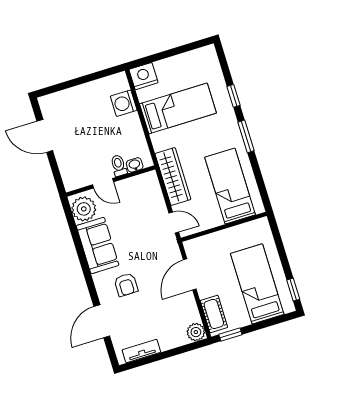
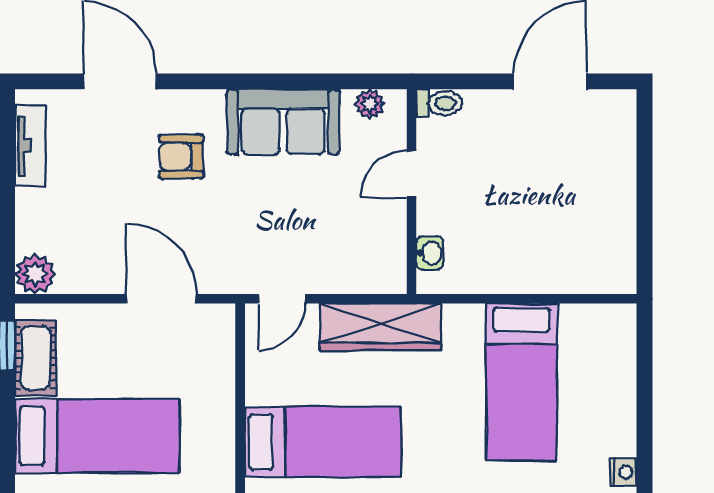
nightstand: (143, 76) -> (623, 472), moved, width x0.53, depth x0.56
washing machine: (124, 103) -> (568, 270), removed
toilet: (119, 166) -> (439, 103), moved
plant: (84, 209) -> (370, 104), width x0.53, depth x0.53
cot: (214, 314) -> (36, 358), moved, turned 90

